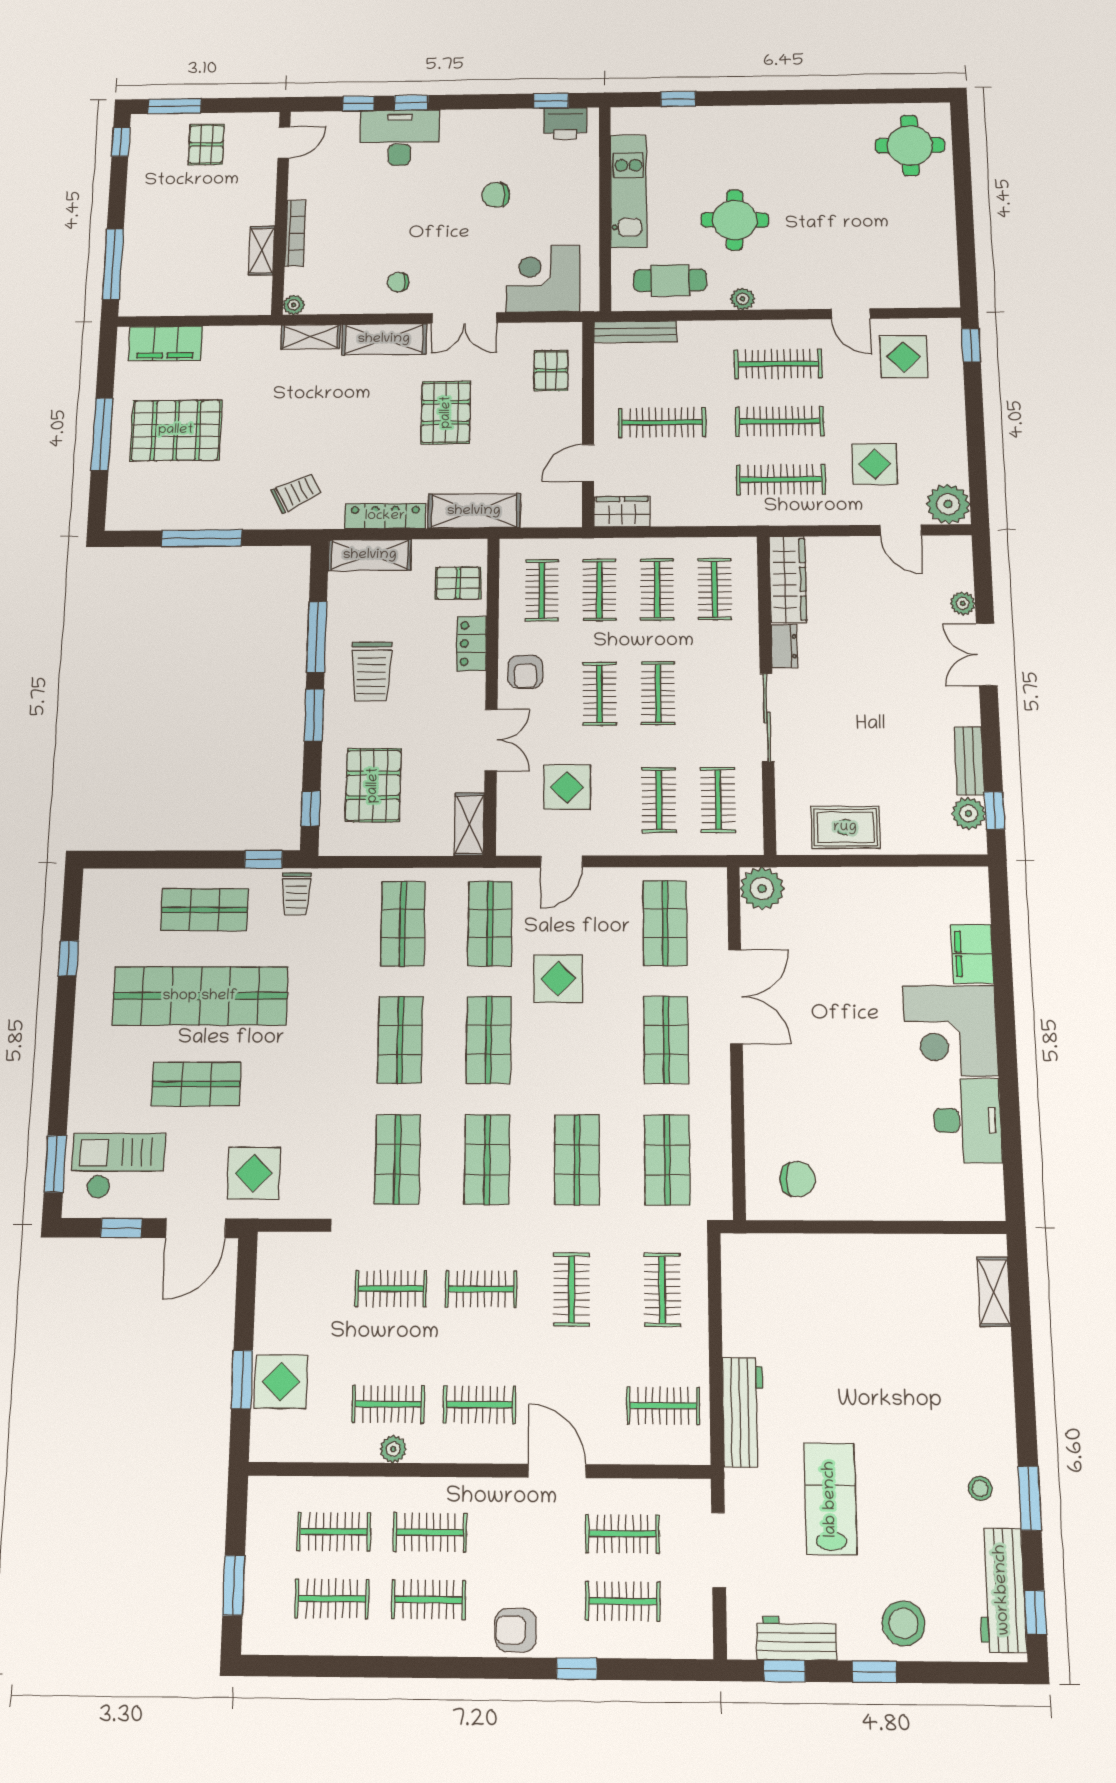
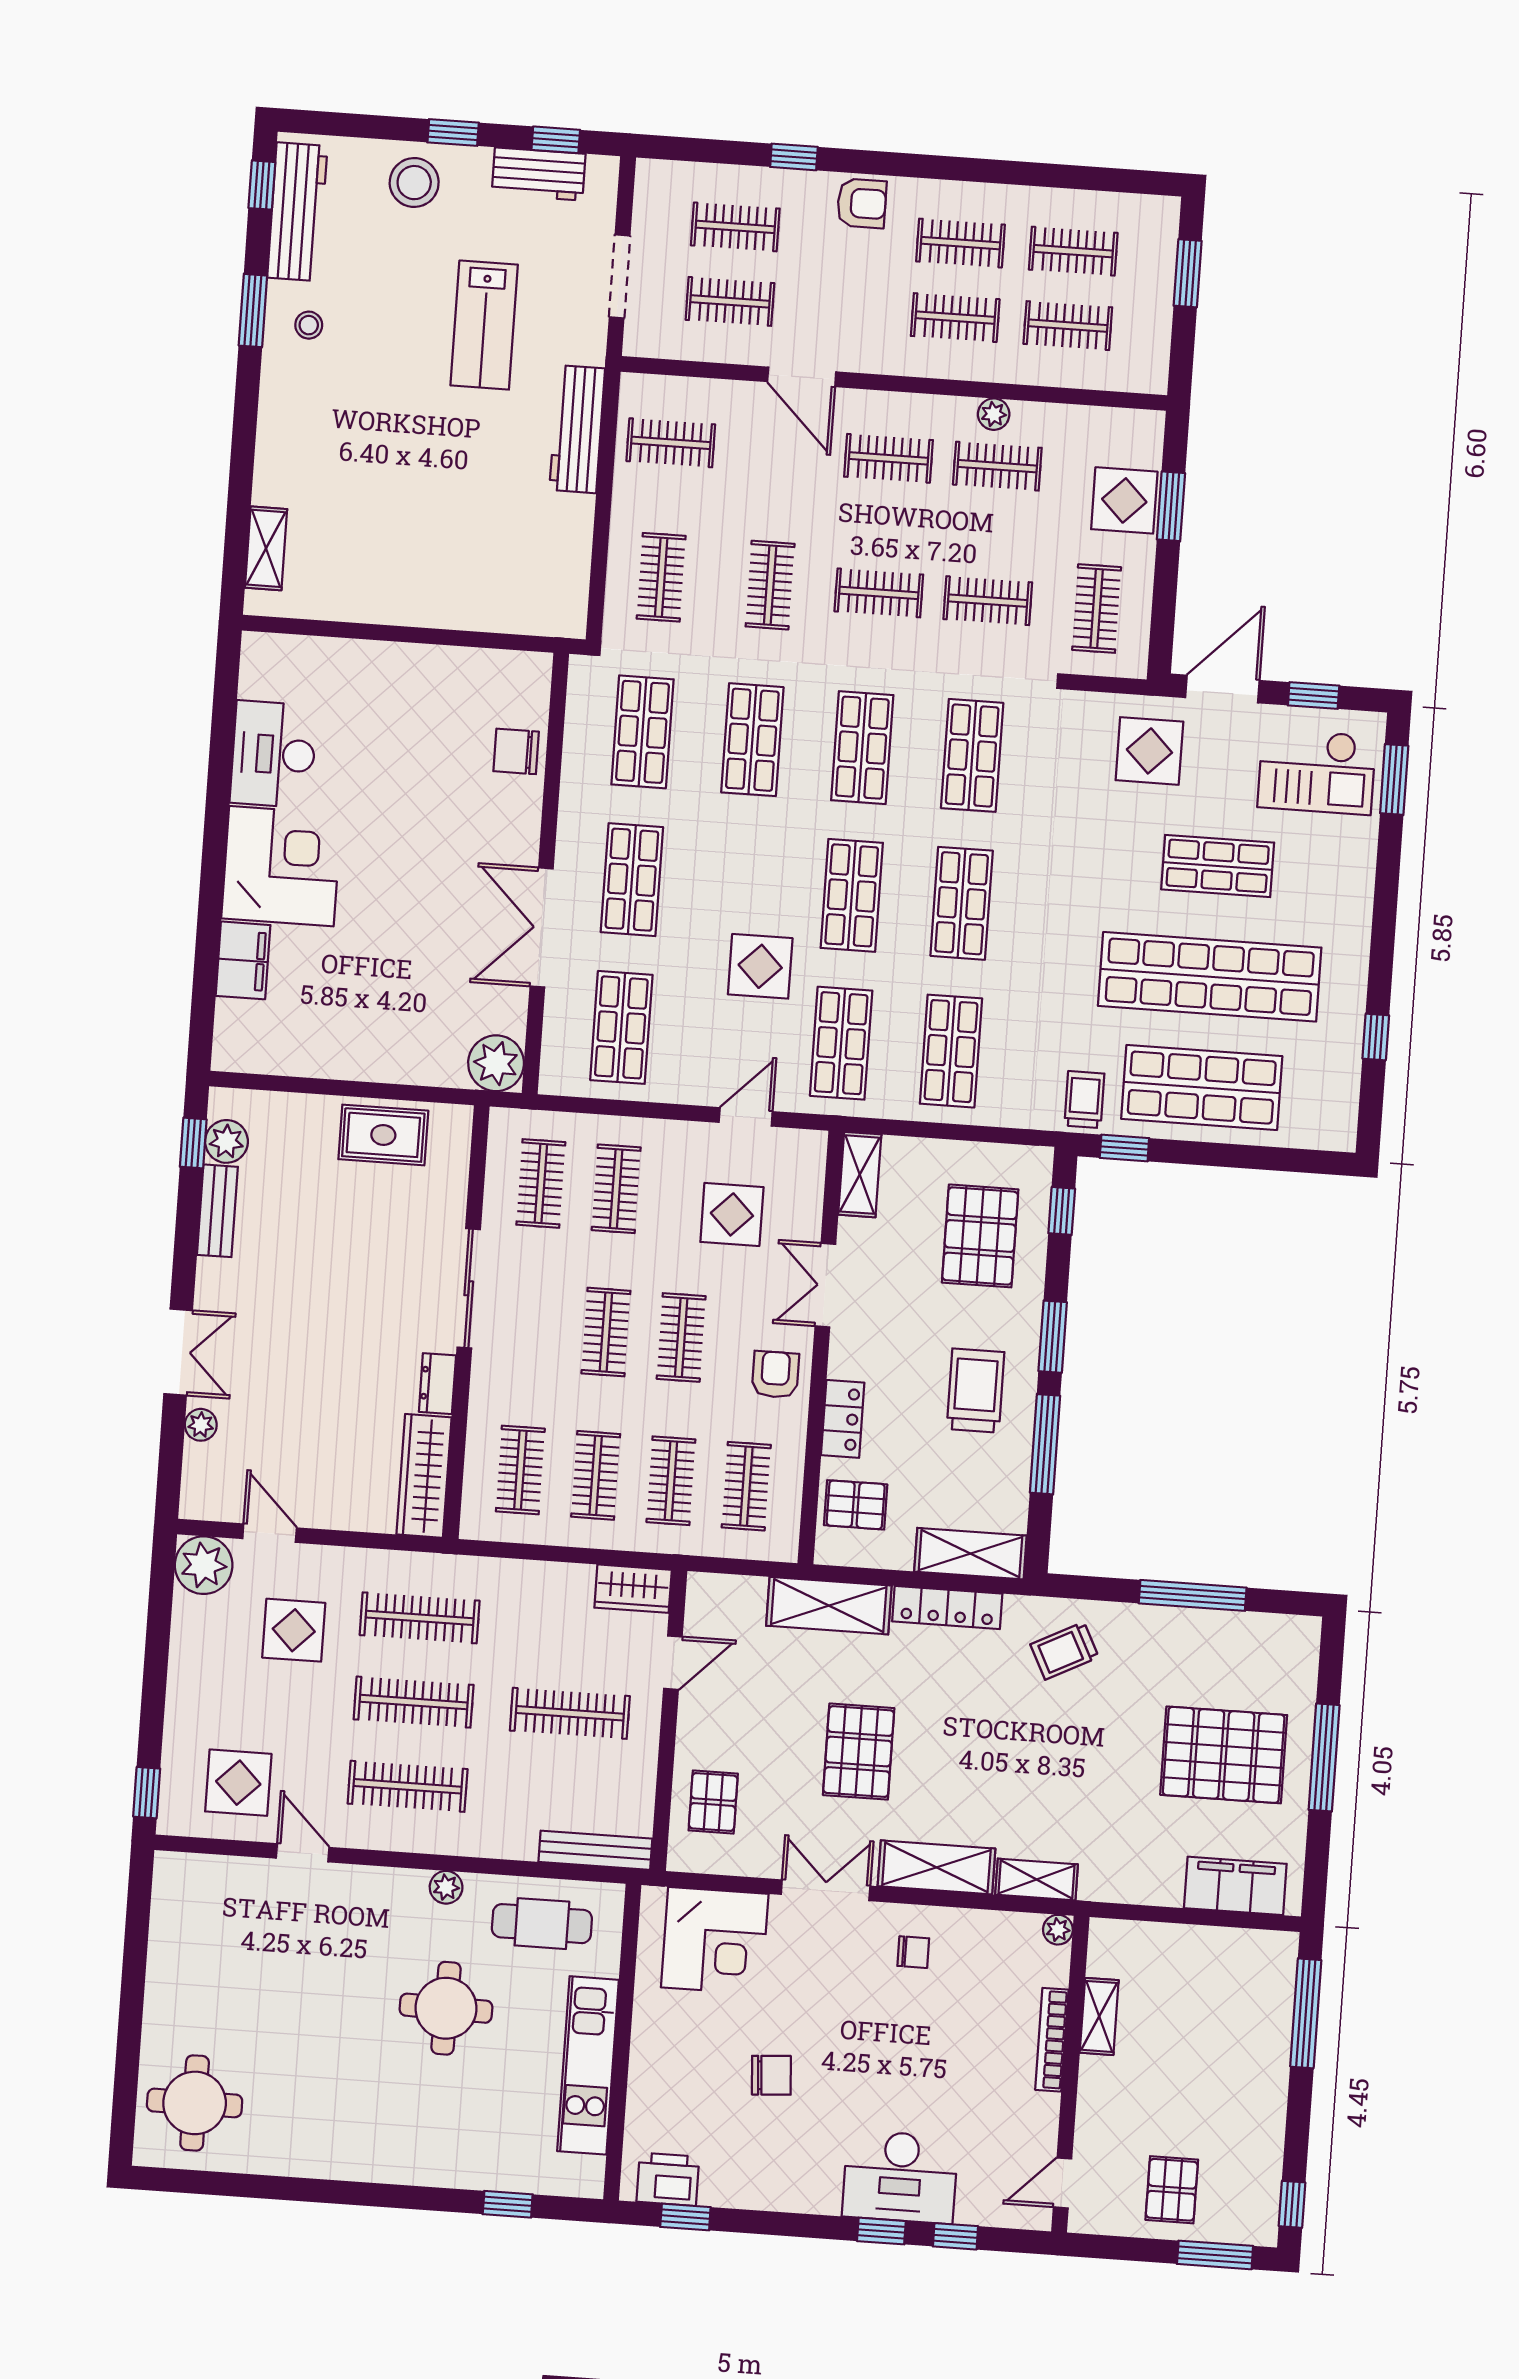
shop shelf: (204, 910) -> (1202, 1088), width x1.43, depth x1.36
chair: (798, 1179) -> (516, 751), moved
clothes rail: (301, 1288) -> (1097, 609), added

